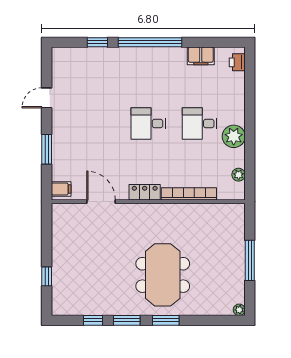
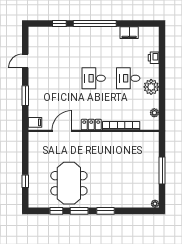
printer: (237, 62) -> (154, 58), moved
door: (101, 202) -> (62, 131), hinge flipped
meeting table: (163, 275) -> (69, 183), moved

